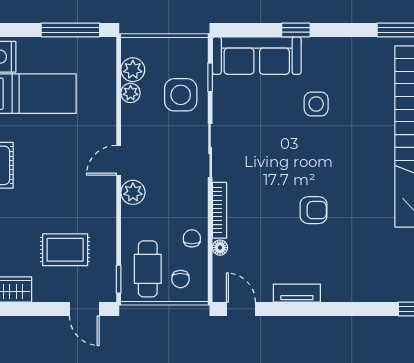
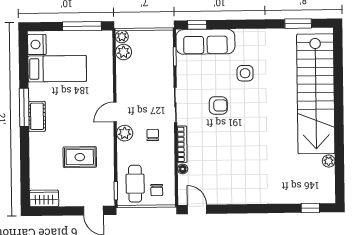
window: (296, 30) -> (197, 25), moved
plant: (131, 93) -> (122, 37), moved
side table: (181, 95) -> (155, 68), removed
armchair: (314, 210) -> (218, 105), moved
chair: (192, 238) -> (153, 135), moved
rug: (65, 250) -> (80, 157), moved
tv unit: (297, 293) -> (234, 198), removed

